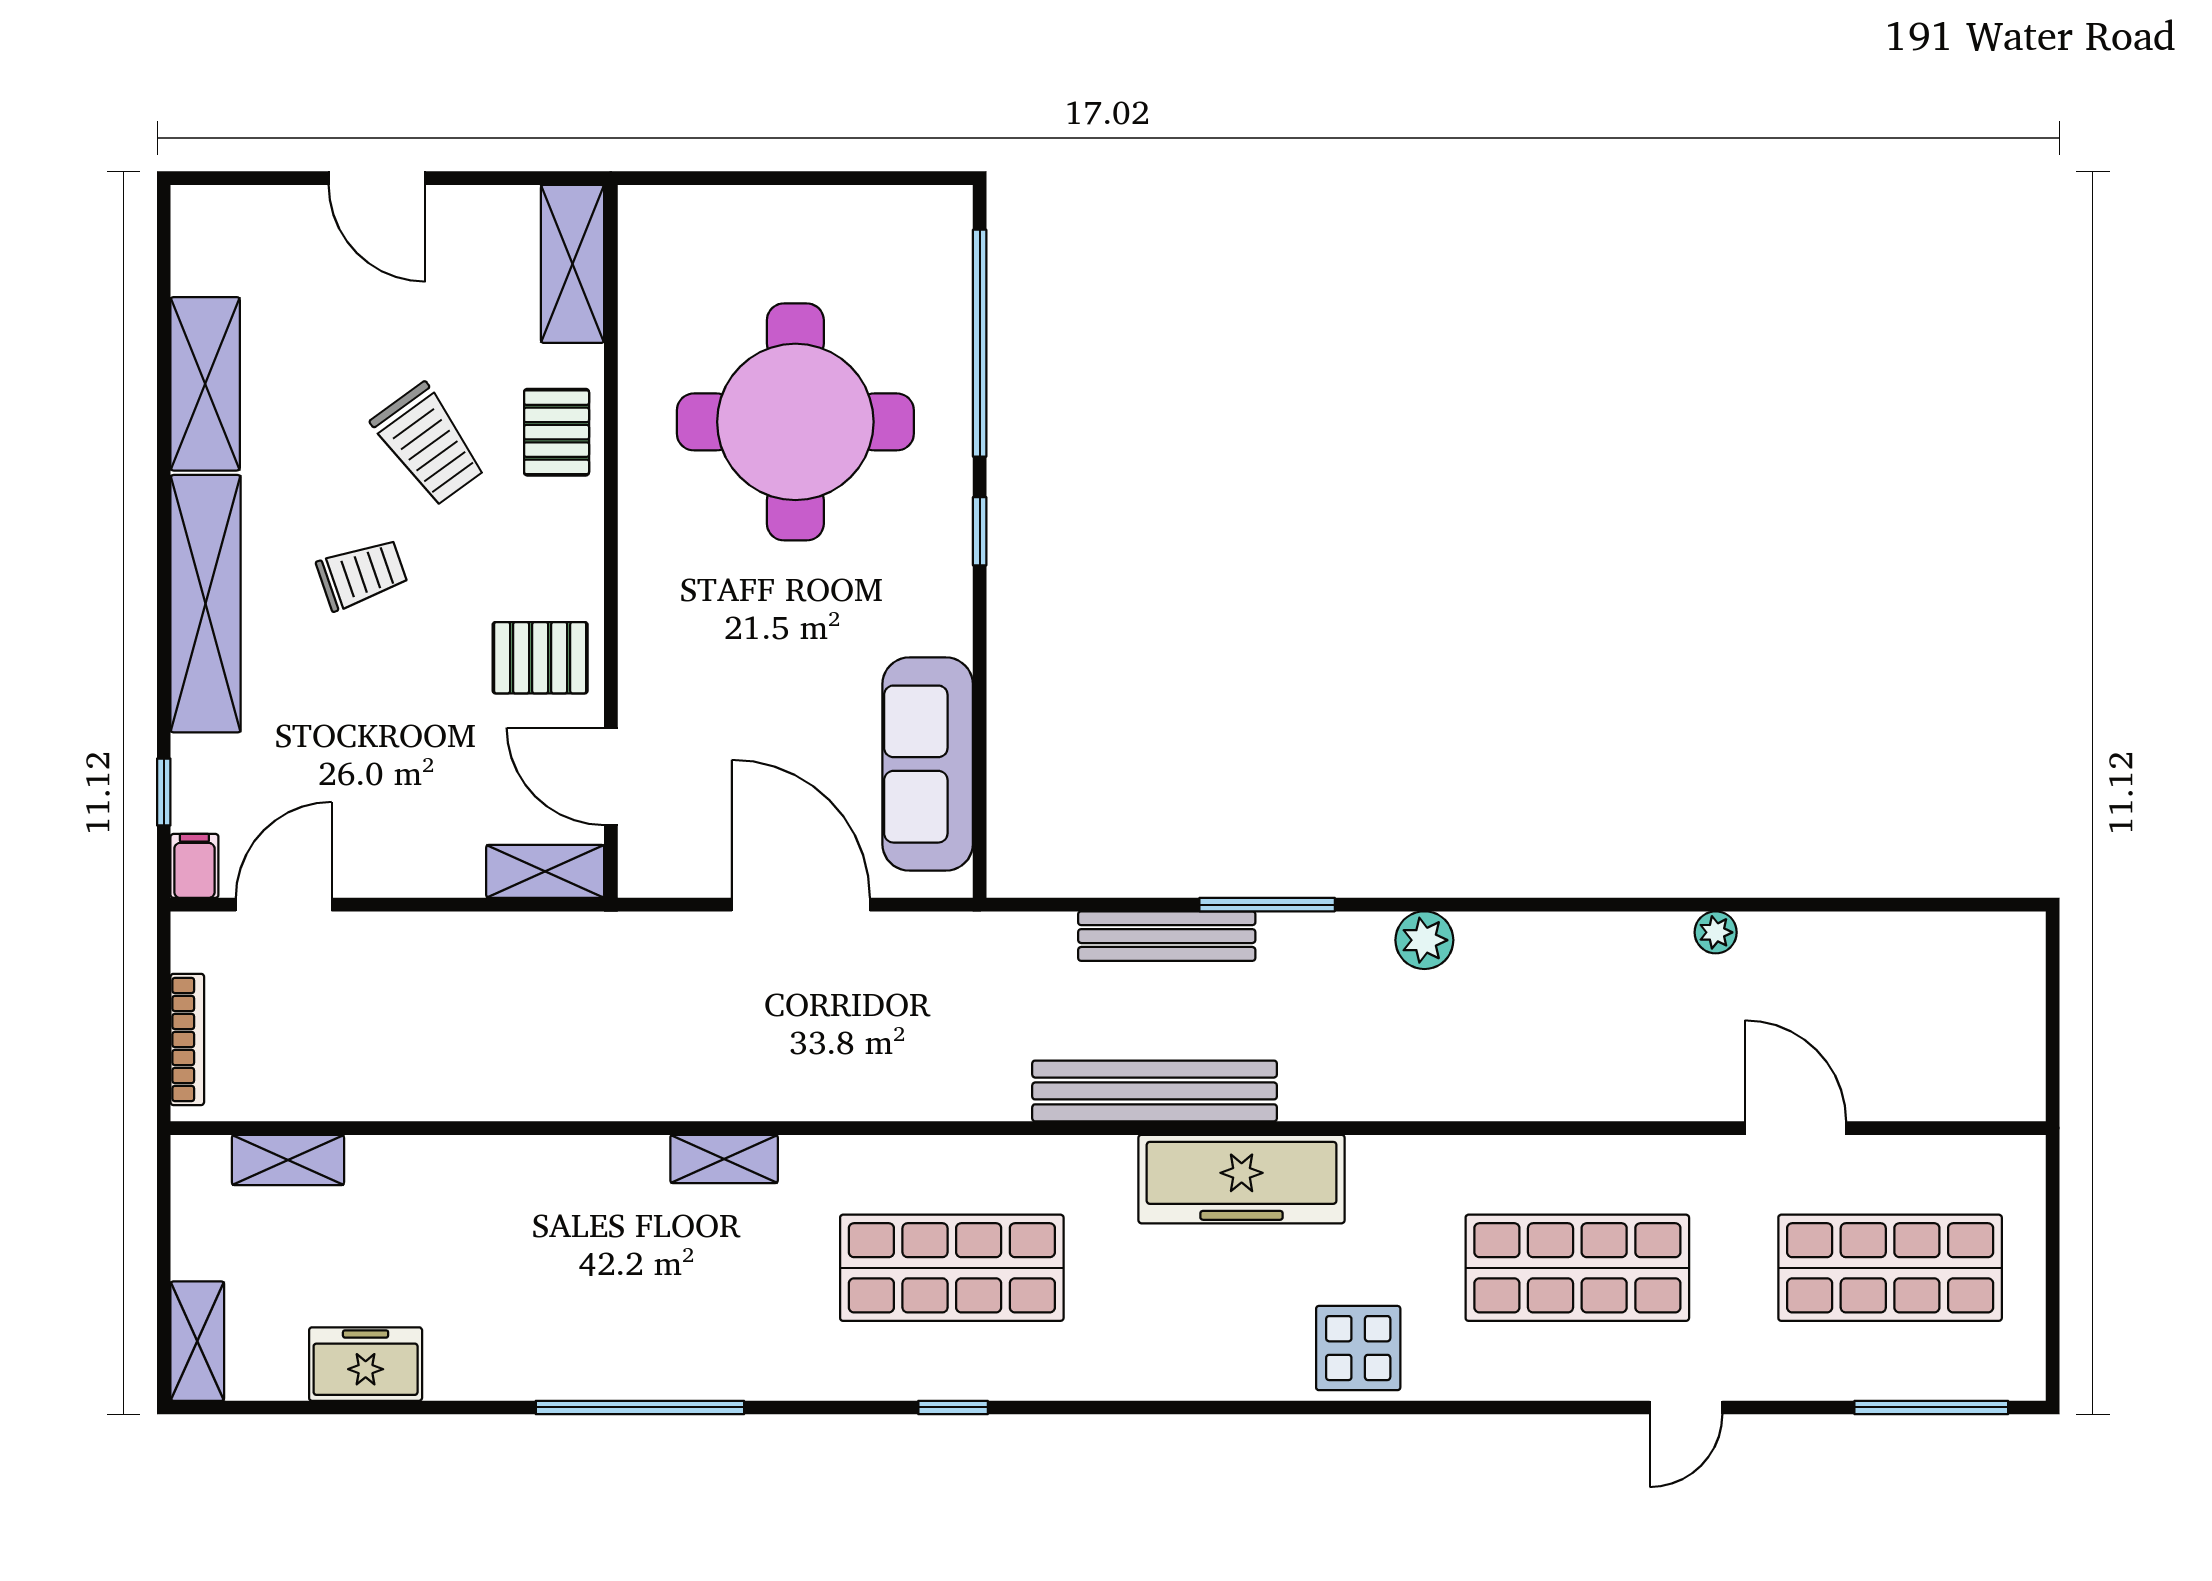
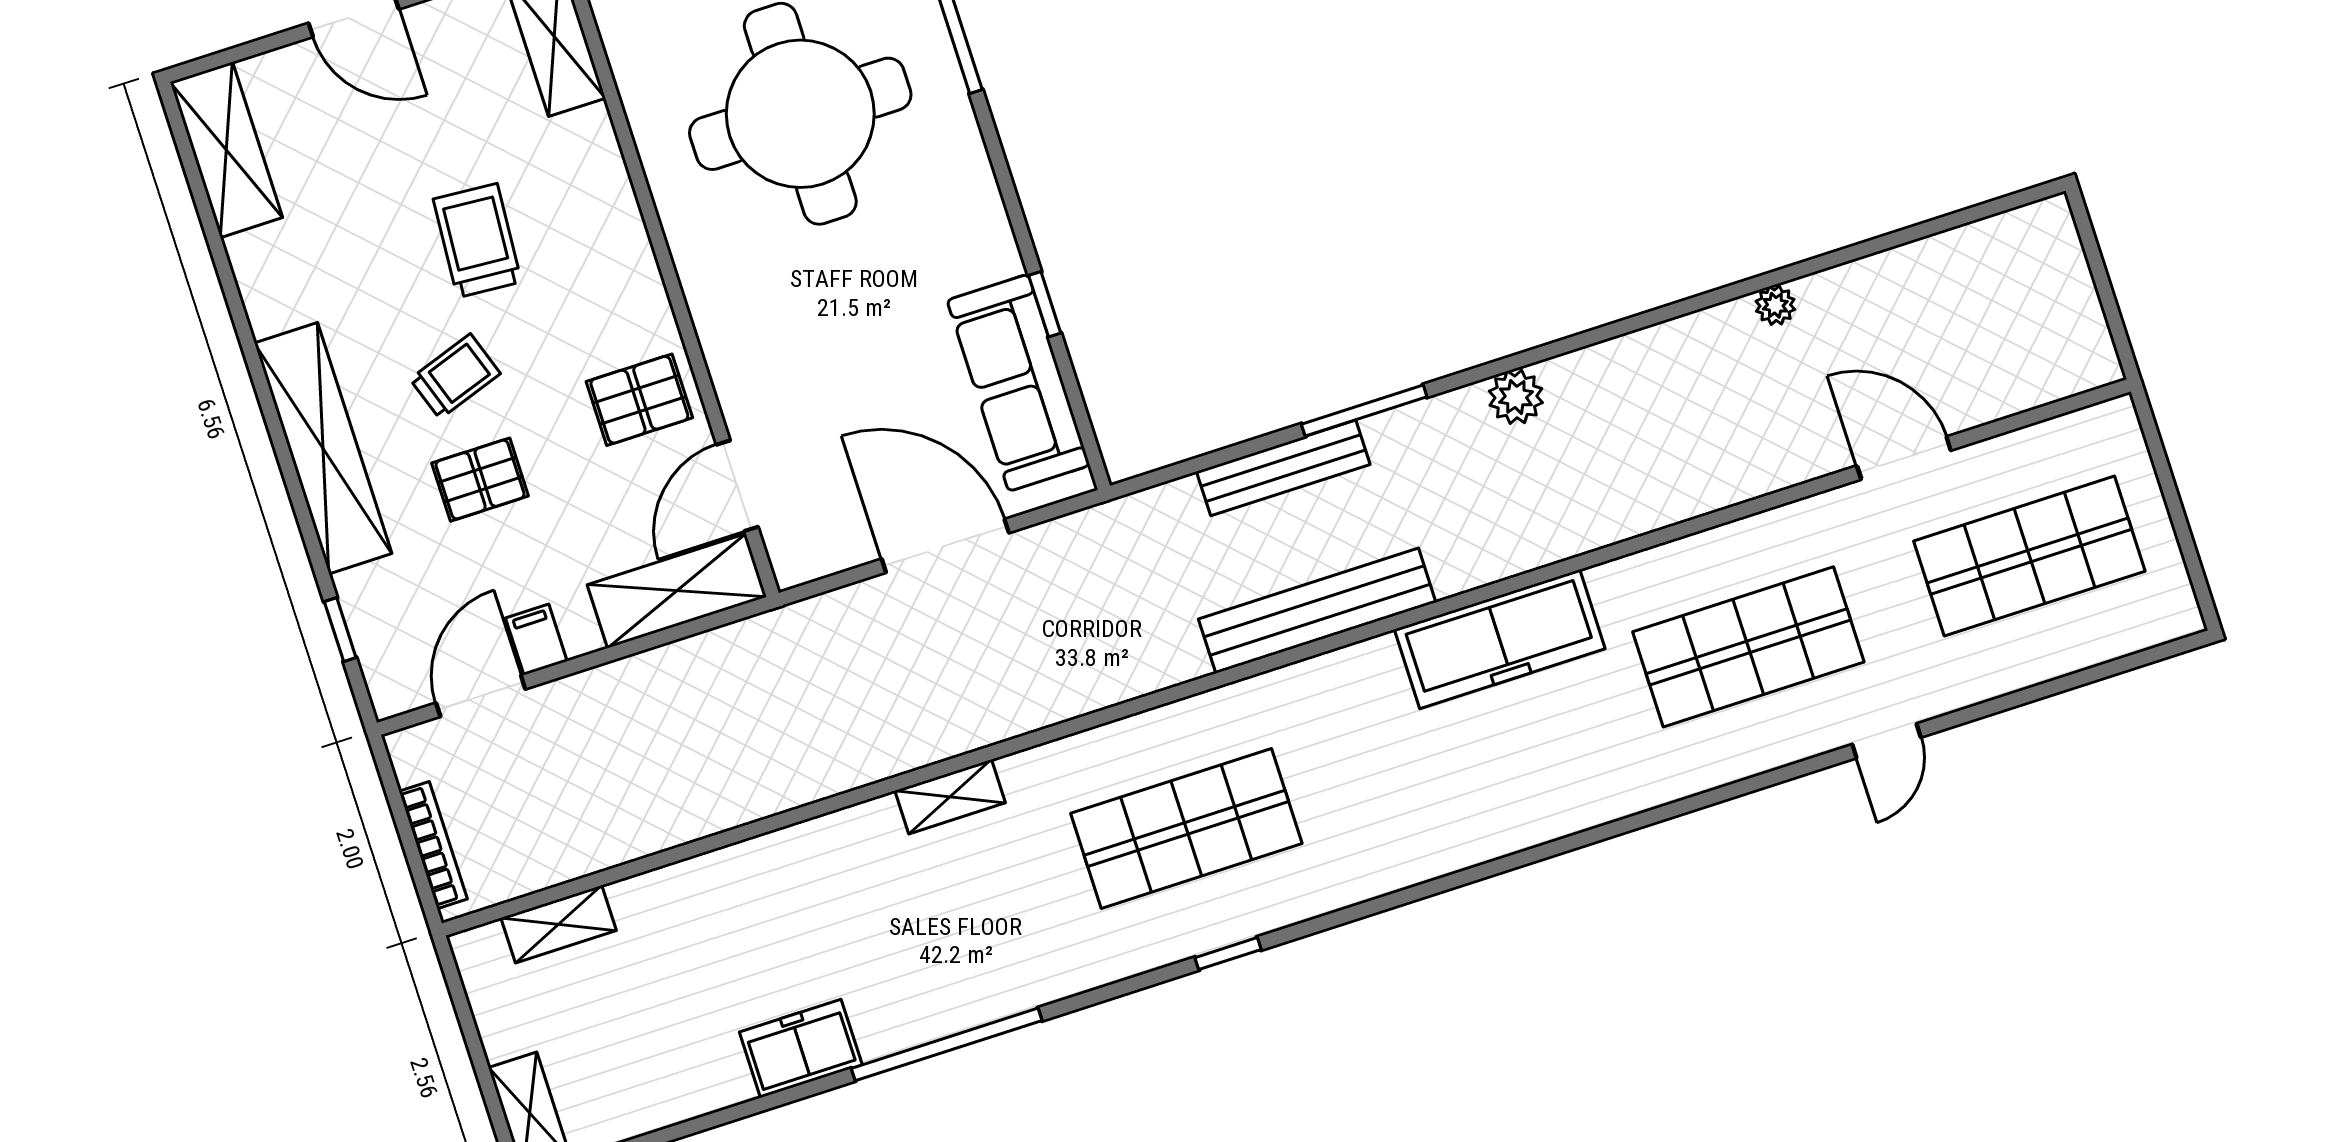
shelving: (205, 384) -> (226, 150), moved
pallet: (557, 432) -> (480, 480), moved, turned 90
trolley: (429, 444) -> (477, 240), turned -140
window: (980, 531) -> (1045, 304), moved
door: (611, 776) -> (737, 486), hinge flipped
filing cabinet: (194, 866) -> (536, 640), moved
shelving: (545, 871) -> (677, 591), width x1.50, depth x1.33
freezer: (1242, 1179) -> (1500, 639), moved
display table: (1358, 1348) -> (1575, 783), removed
freezer: (366, 1364) -> (801, 1048), moved
window: (1931, 1407) -> (2107, 670), removed

